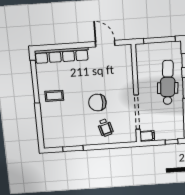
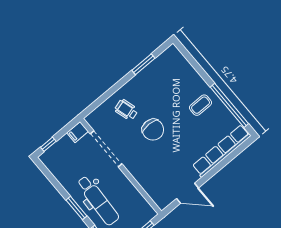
chair: (97, 103) -> (153, 130), turned 90

